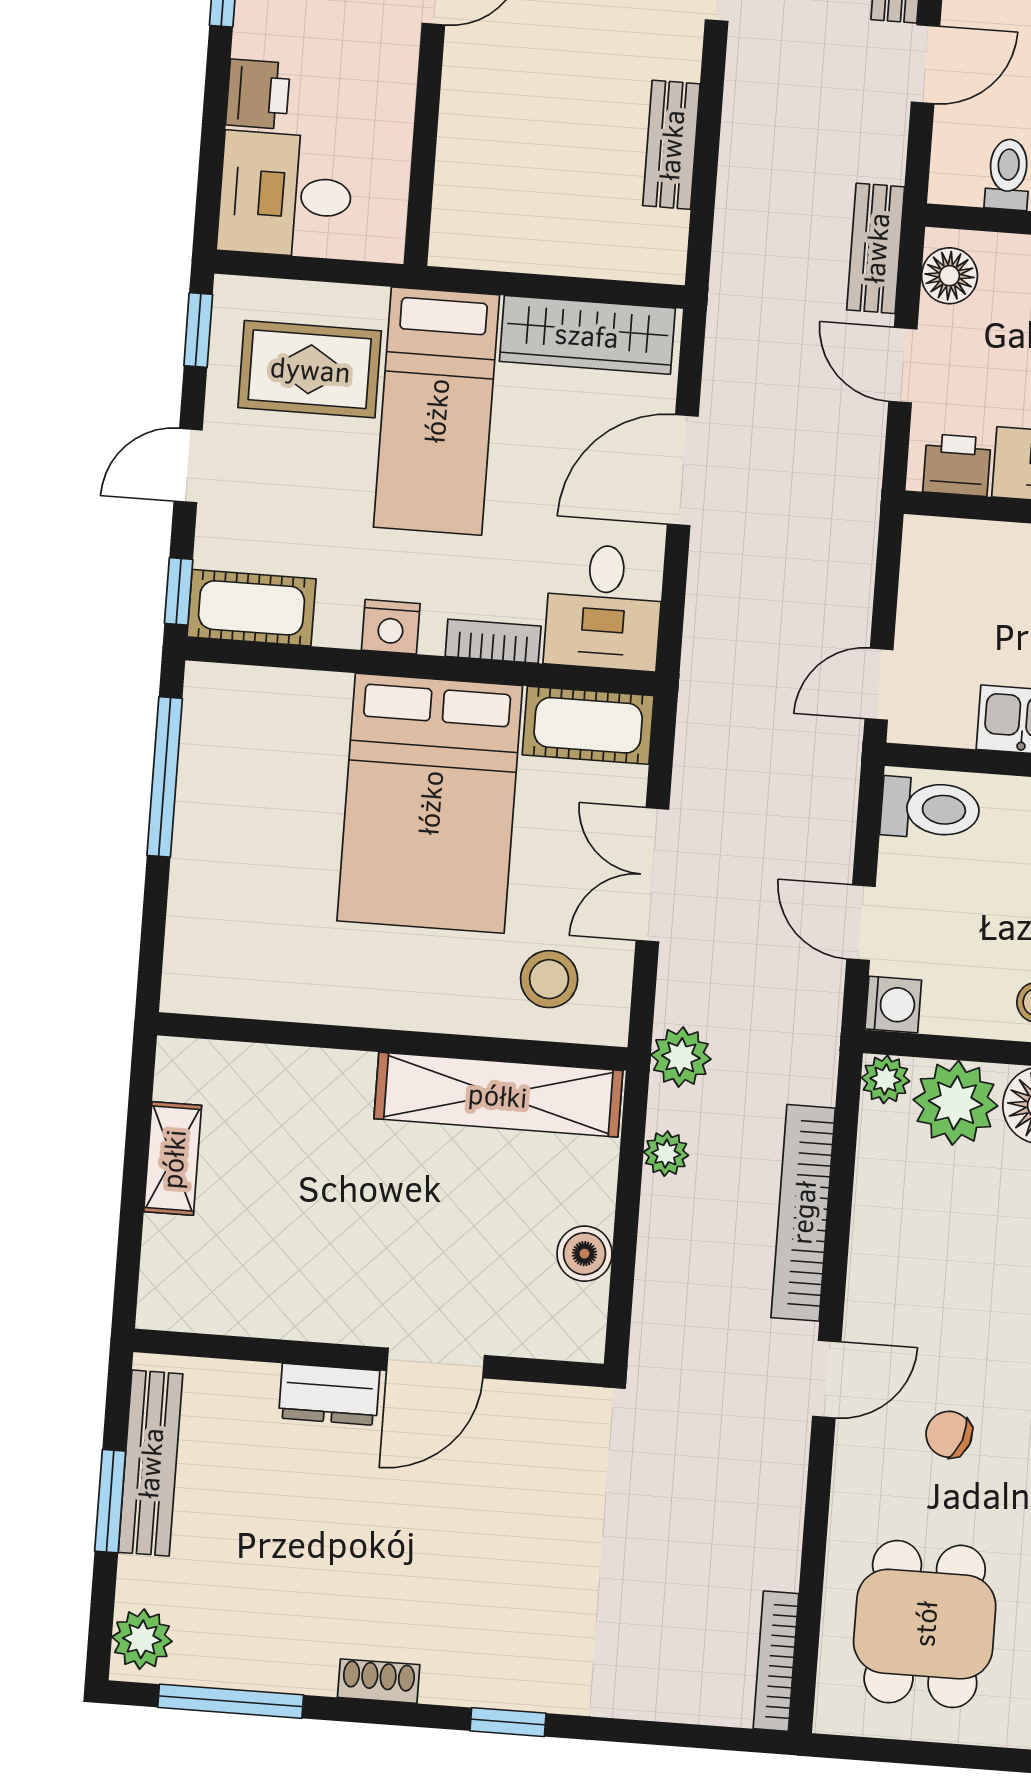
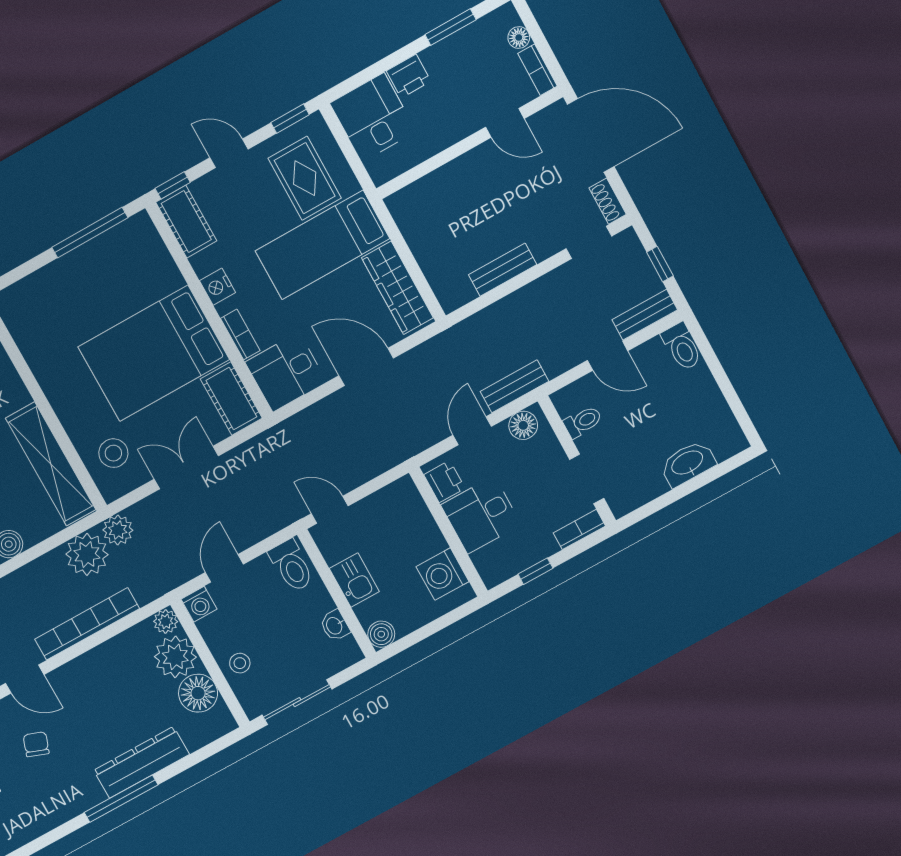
plant: (666, 1154) -> (87, 554), width x1.88, depth x1.88

